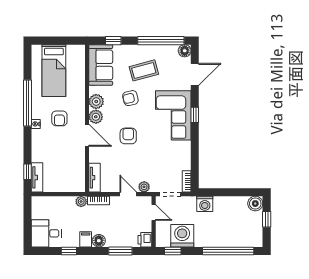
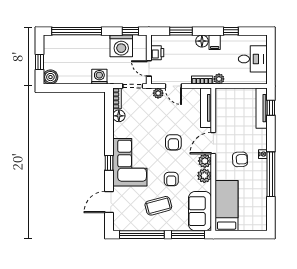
window: (113, 41) -> (188, 235), width x2.17
floor lamp: (185, 51) -> (119, 116), moved
bed: (54, 71) -> (227, 206), moved
armchair: (130, 98) -> (171, 179), turned 103
armchair: (59, 118) -> (240, 159), turned 87
door: (87, 135) -> (213, 143), hinge flipped
tv unit: (37, 177) -> (262, 108), width x1.41
tv unit: (94, 178) -> (206, 108), width x1.41
desk: (46, 233) -> (253, 59), moved
printer: (145, 240) -> (157, 53), moved

